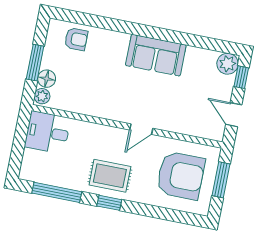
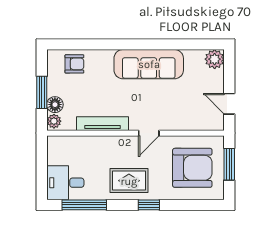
sofa: (156, 55) -> (149, 64), width x1.36
window: (241, 77) -> (229, 69), removed
tv unit: (94, 109) -> (102, 124), added
desk: (48, 132) -> (65, 183), moved
window: (109, 203) -> (149, 205), moved

